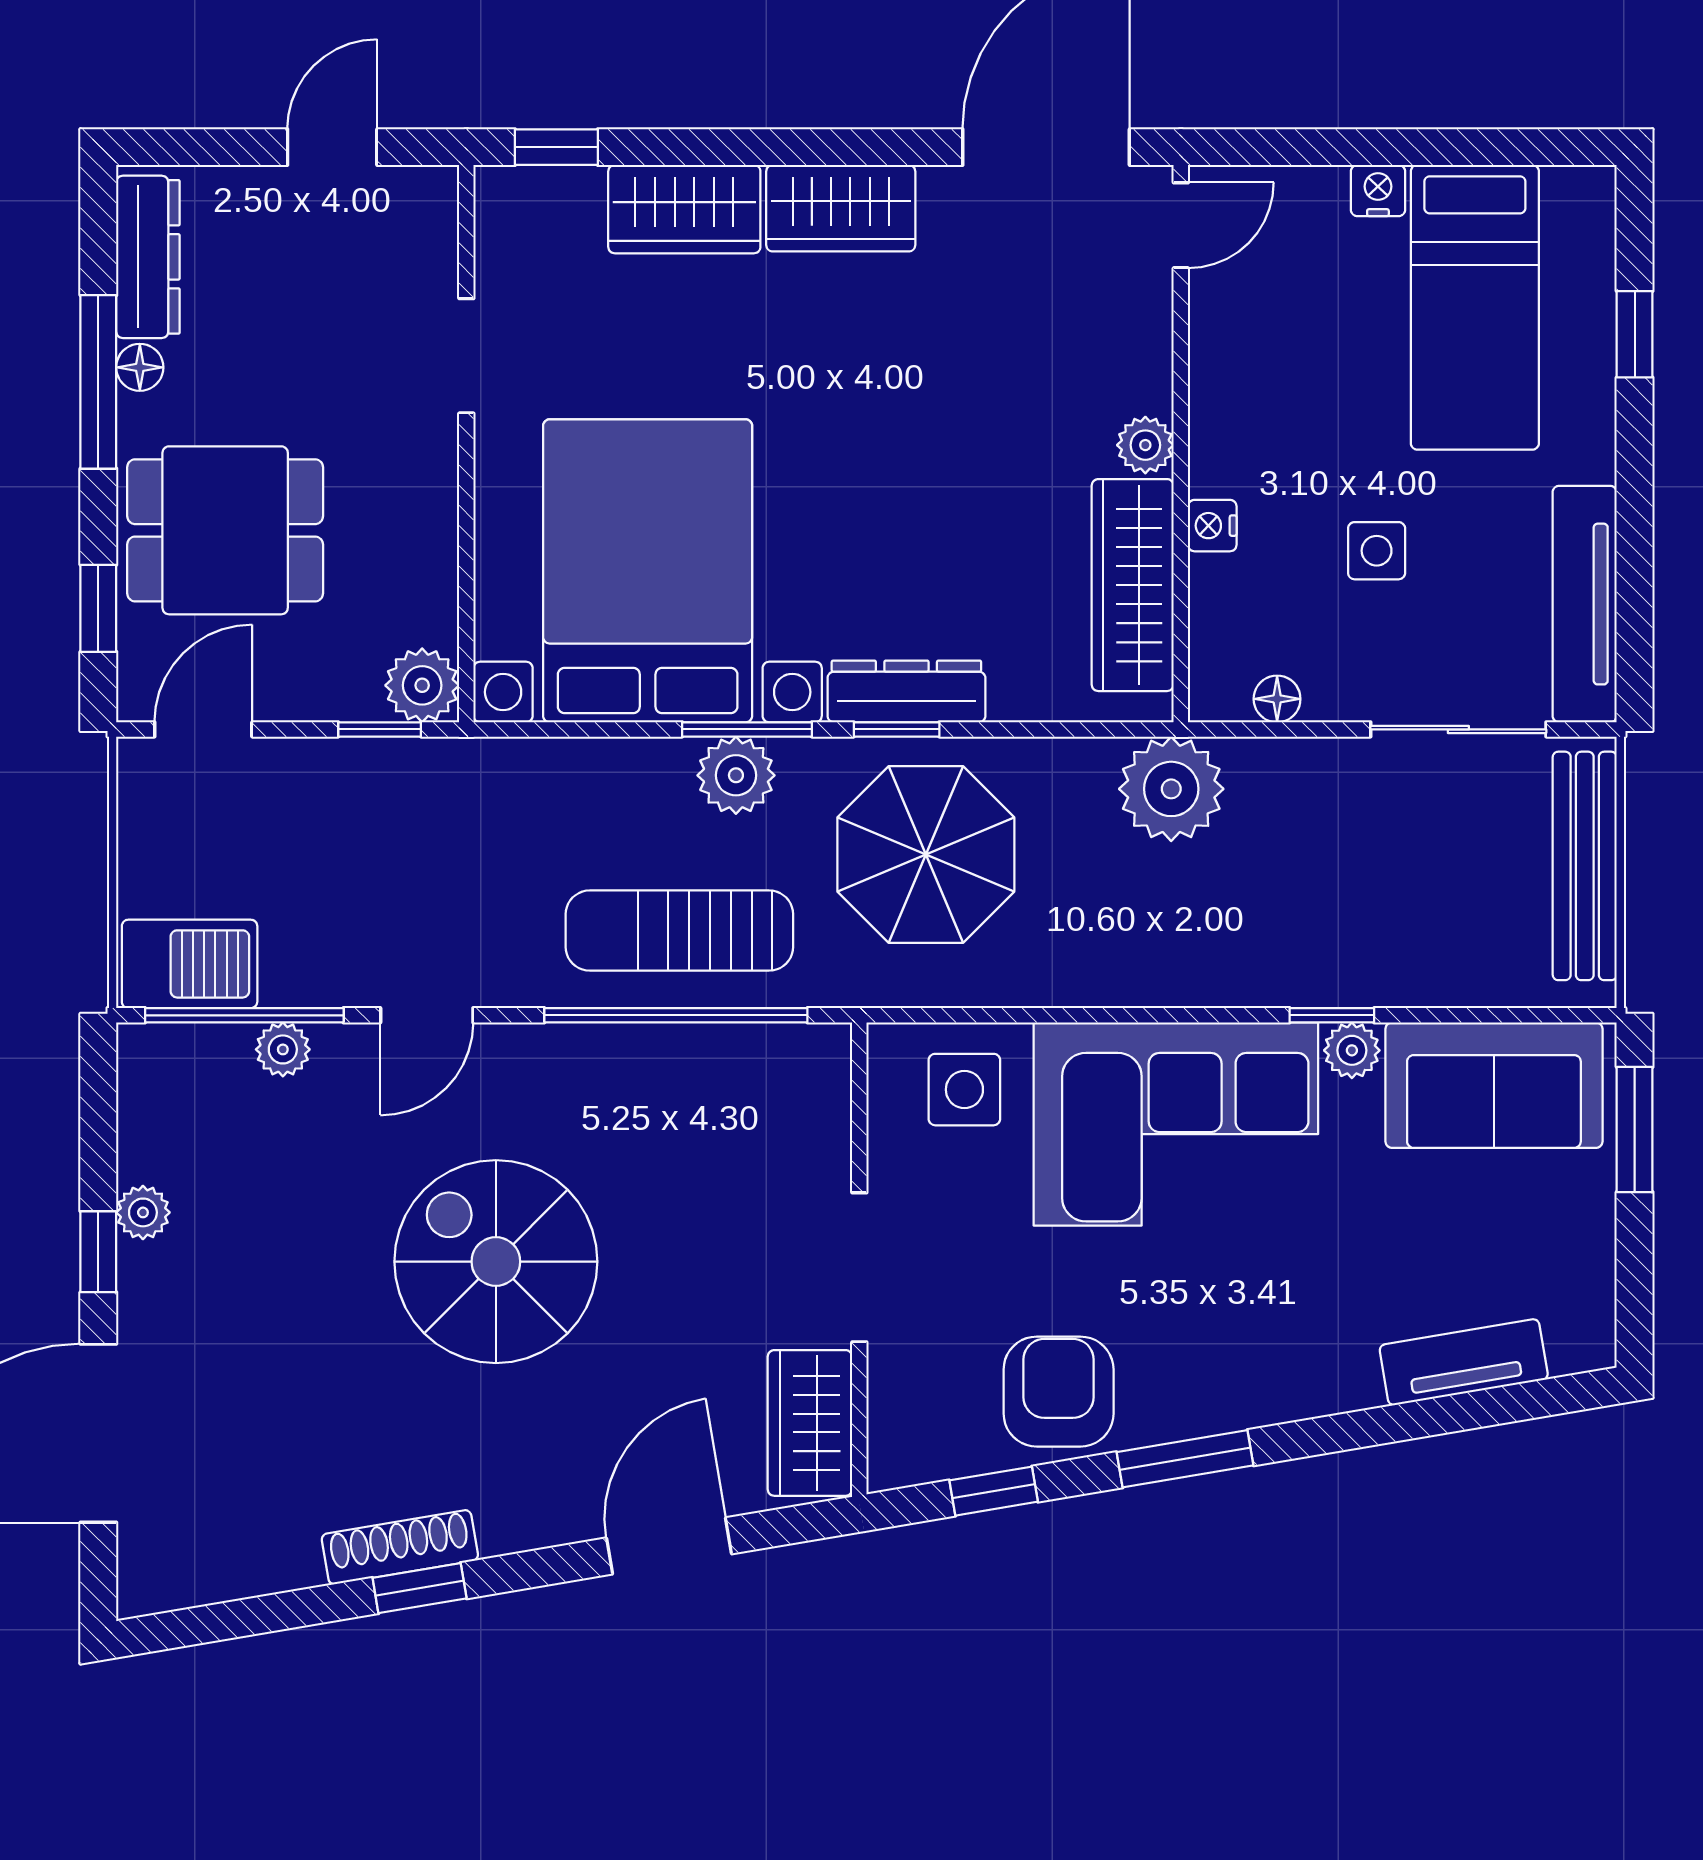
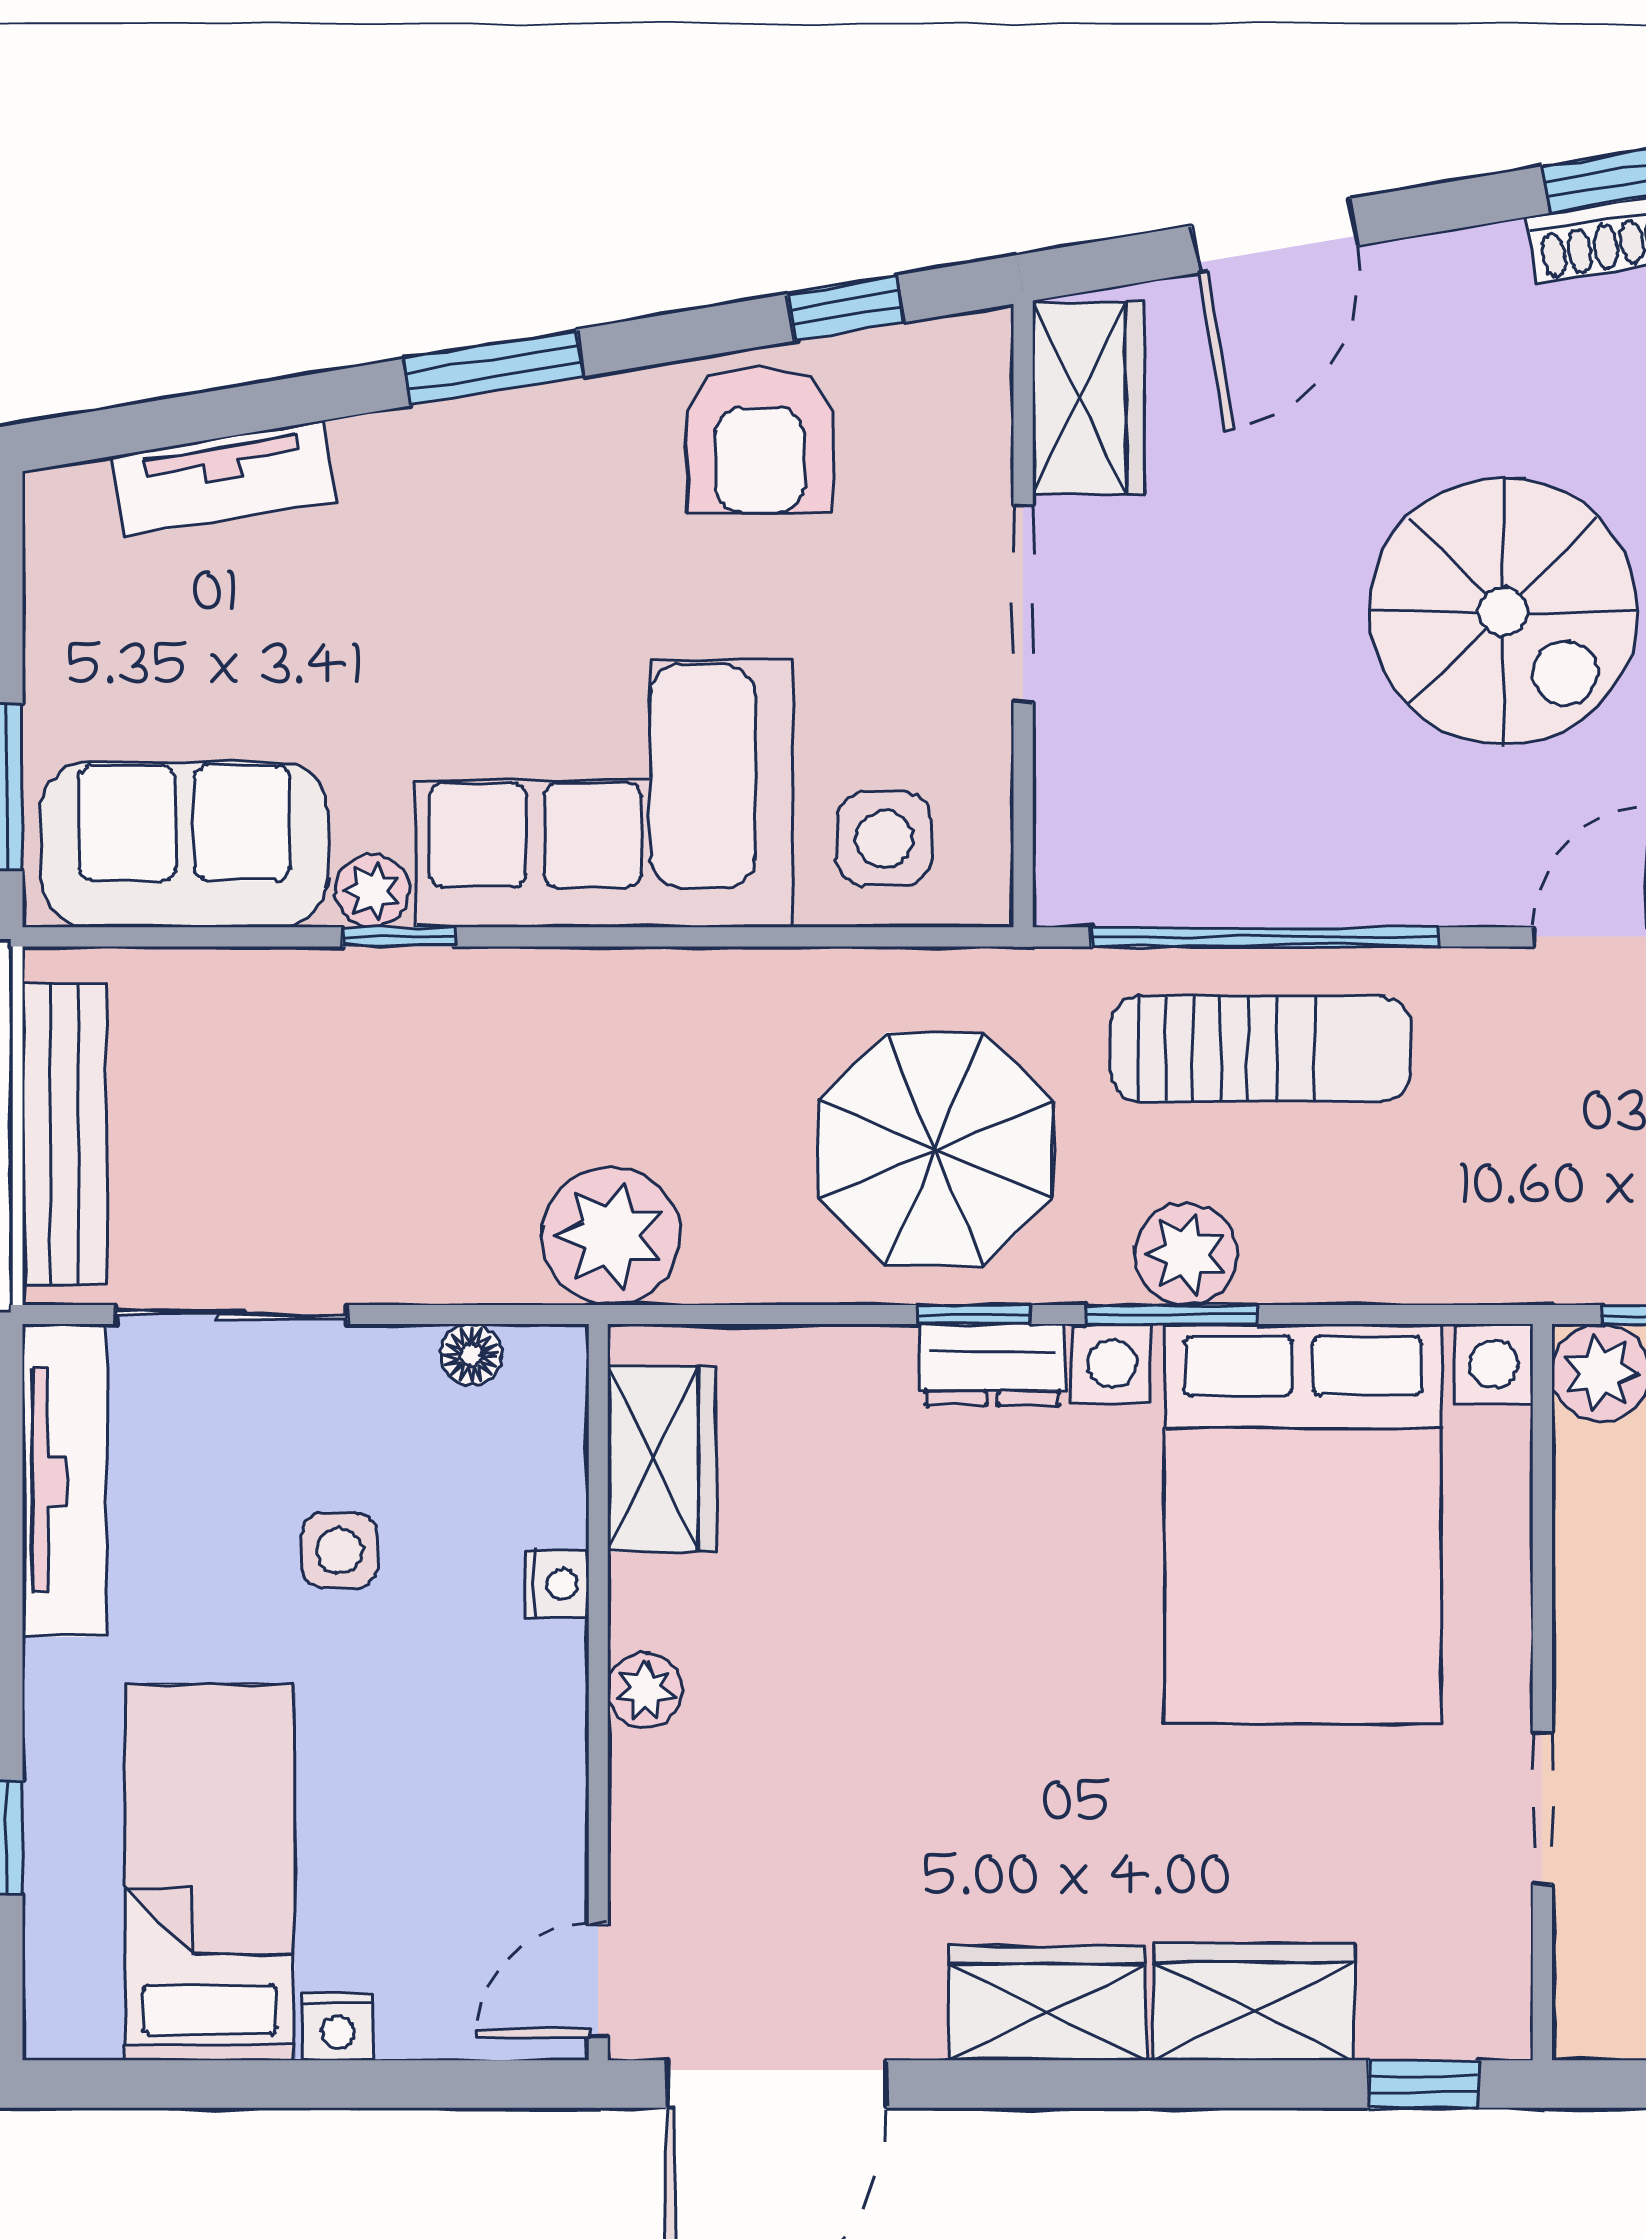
wardrobe: (1133, 585) -> (662, 1459), width x0.67
dresser: (906, 691) -> (993, 1365), width x0.70
window: (1185, 1459) -> (494, 368), moved

